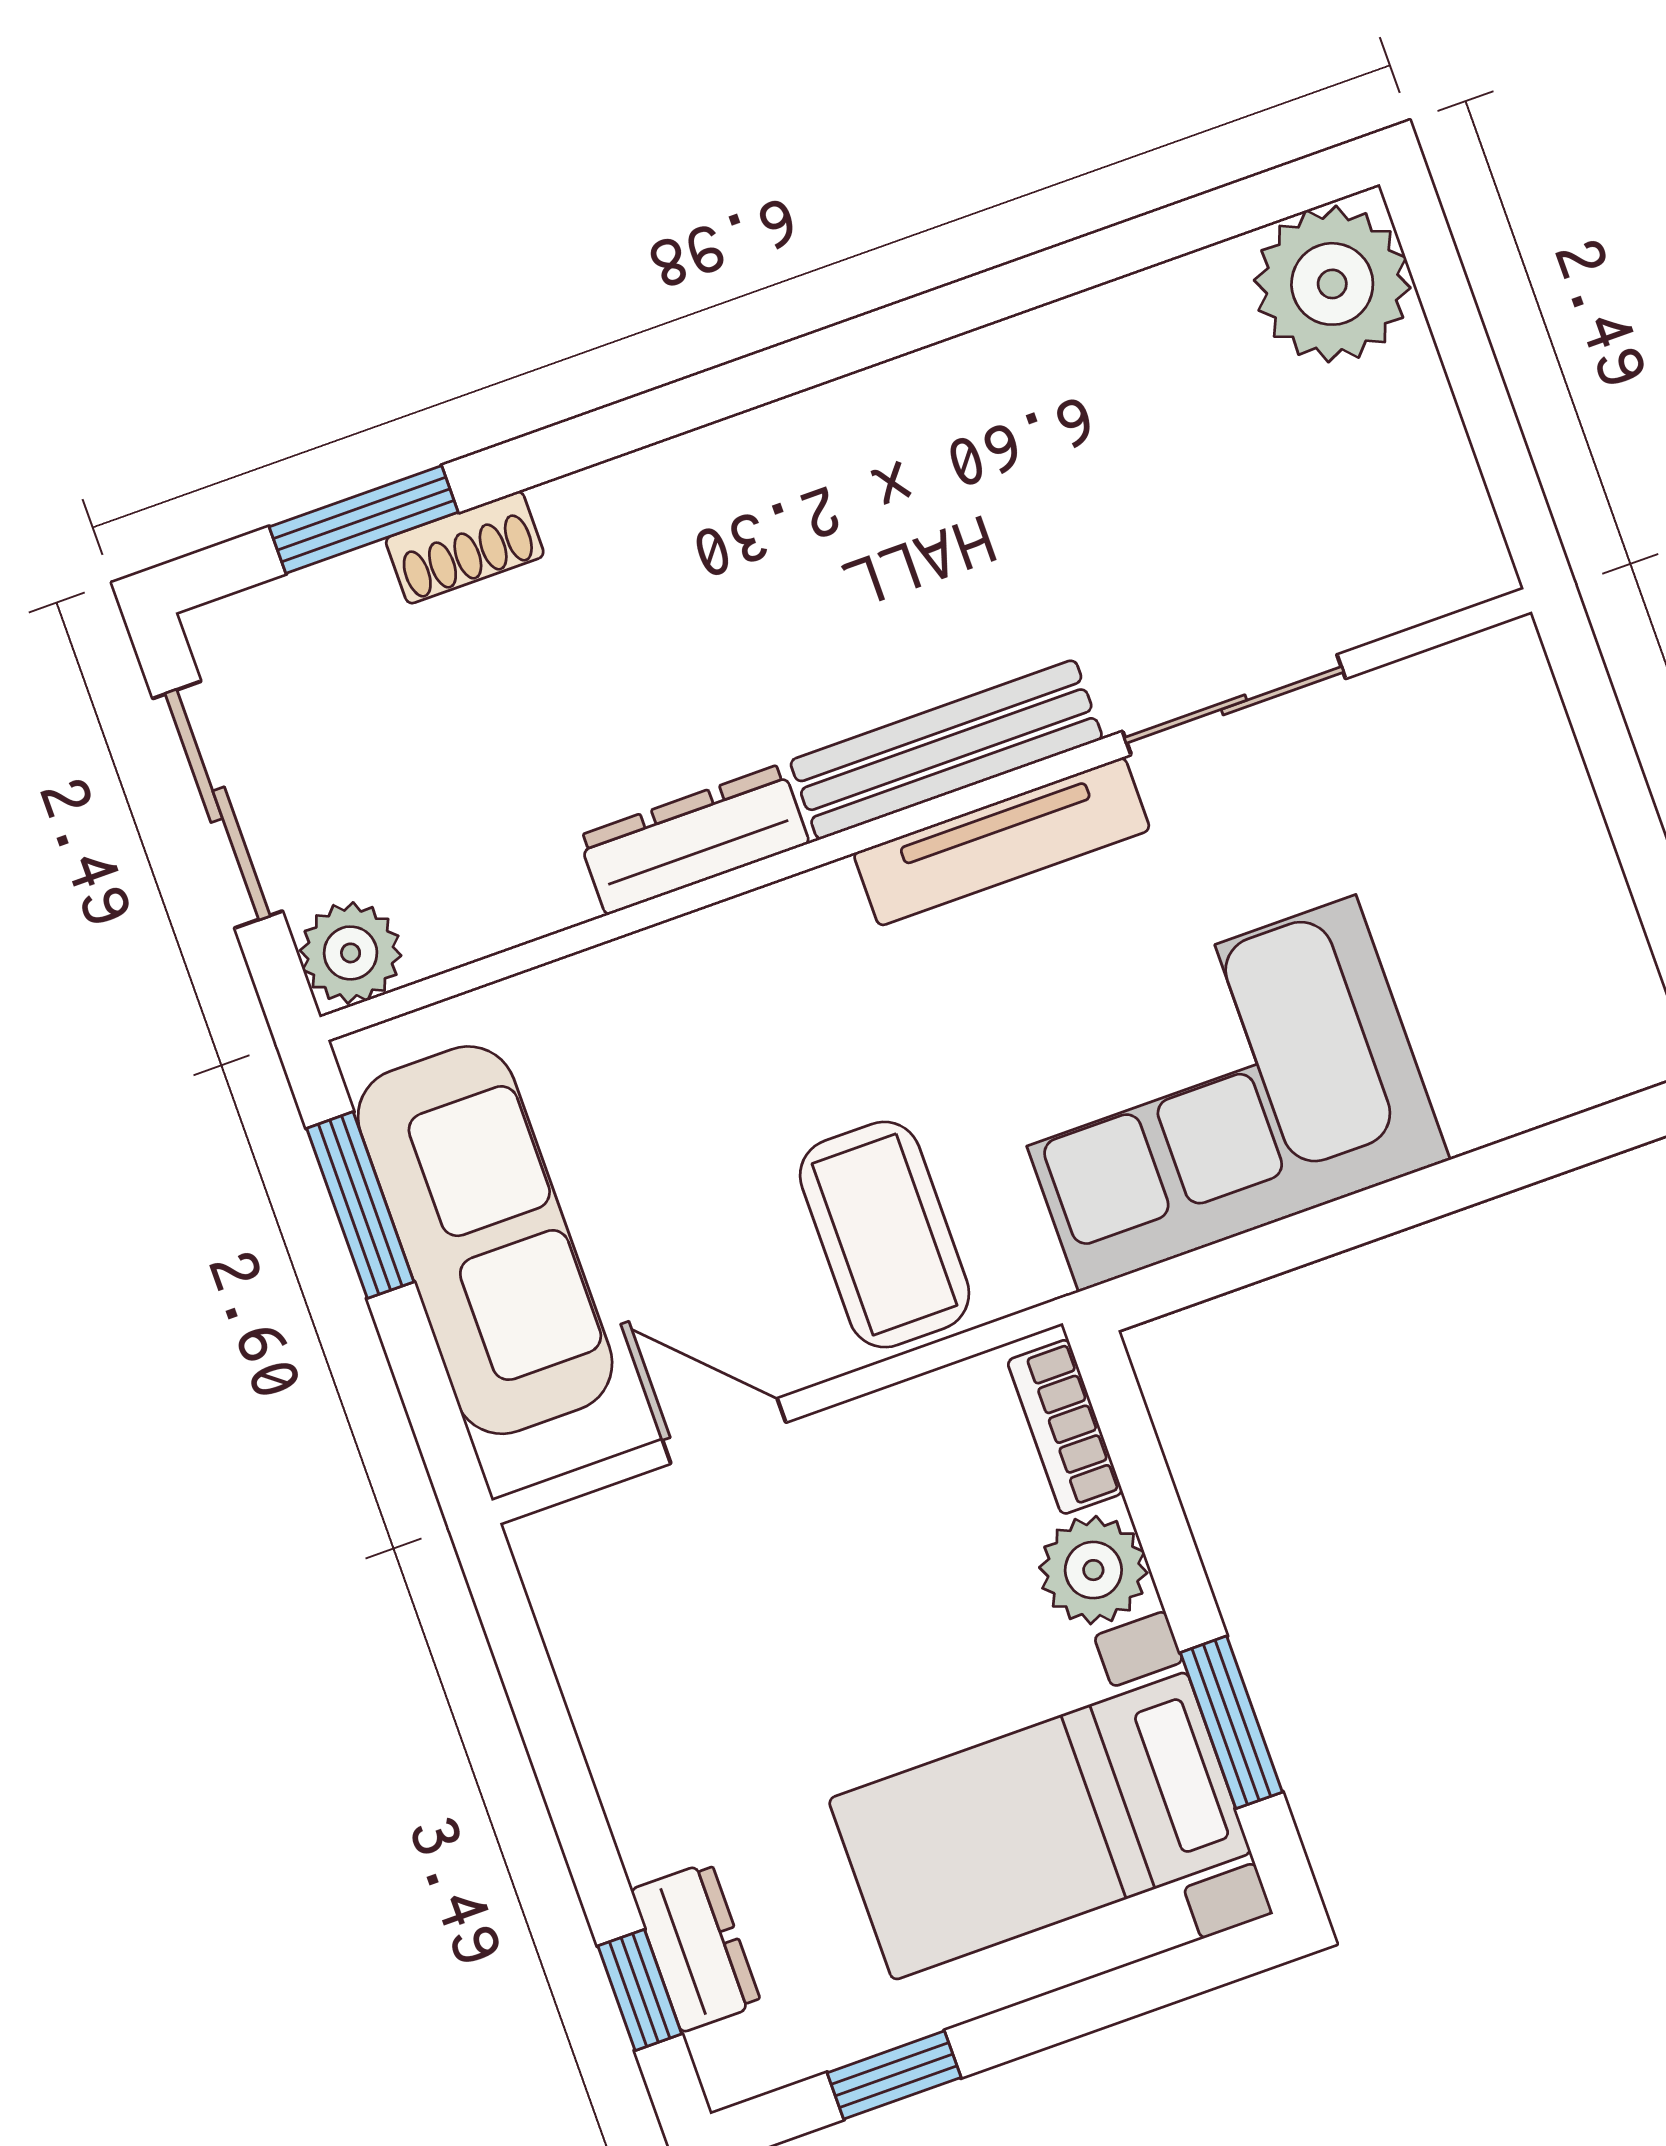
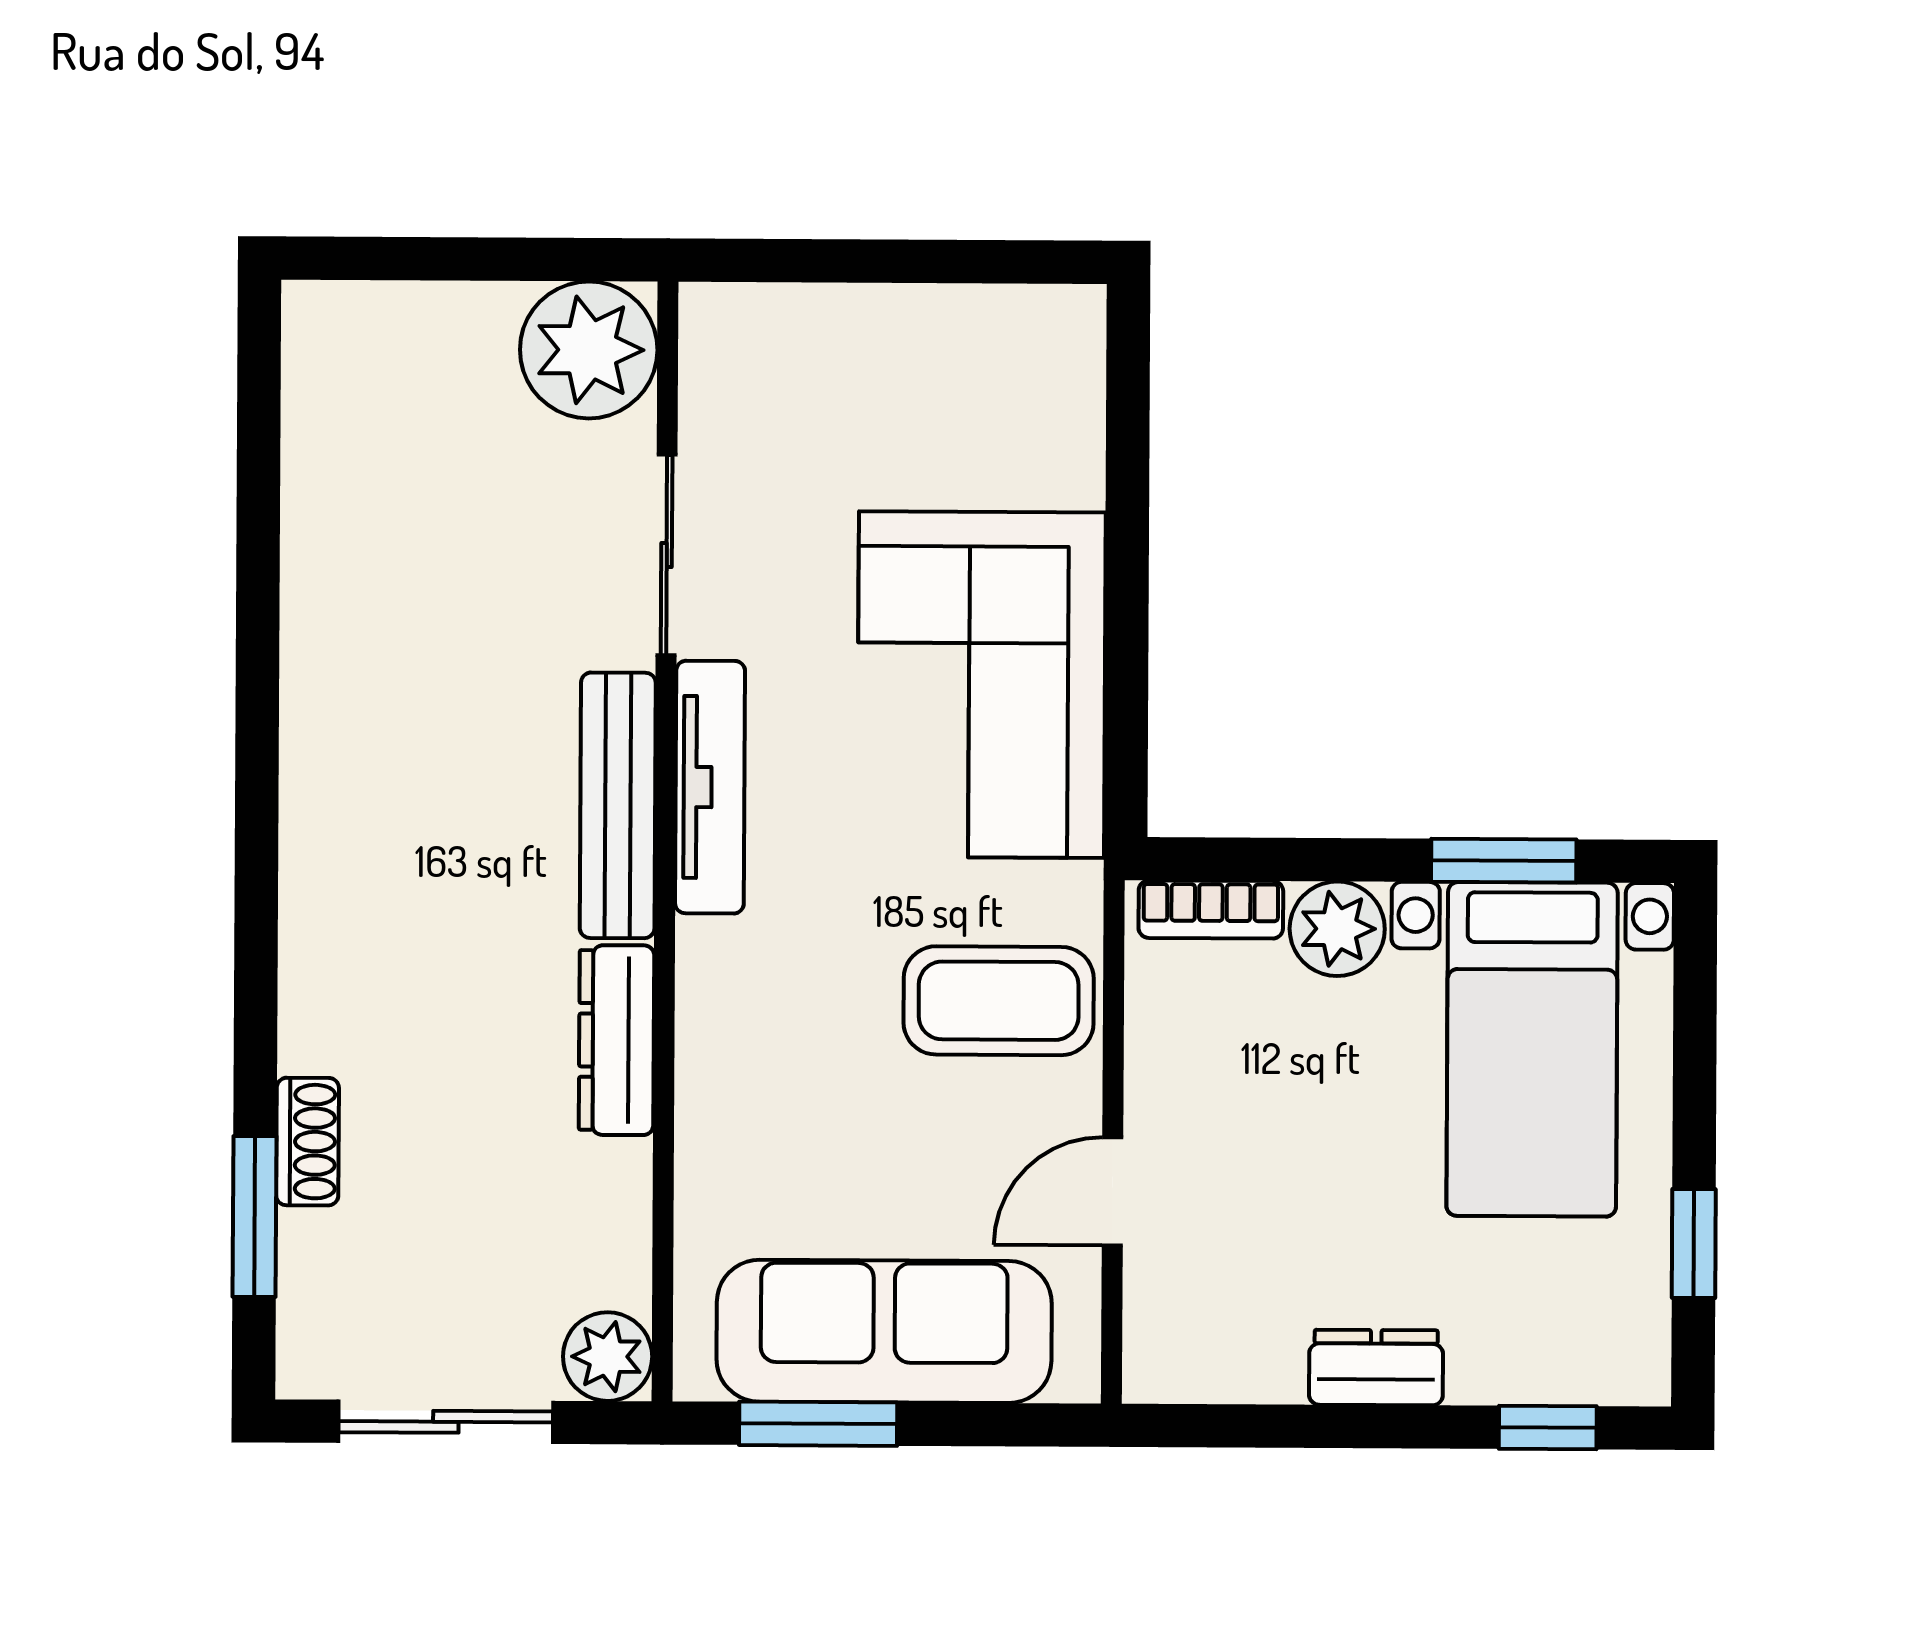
plant: (1332, 284) -> (589, 350), moved
dresser: (696, 1947) -> (1376, 1368), moved

